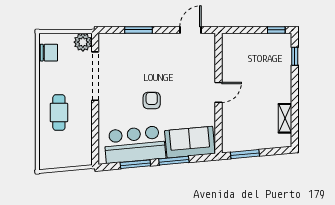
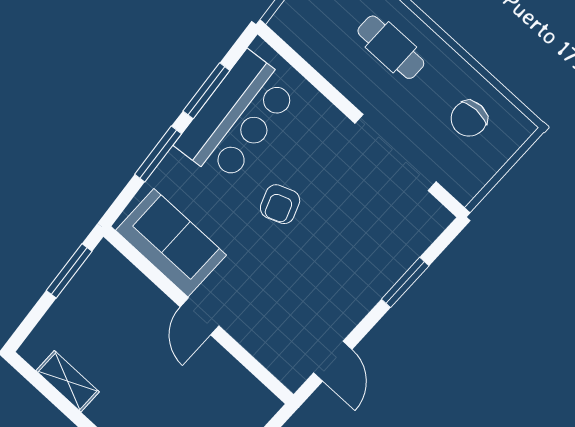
plant: (83, 42) -> (464, 181), removed
chair: (49, 53) -> (469, 119), moved
armchair: (152, 101) -> (280, 204), turned 69
sofa: (190, 142) -> (171, 243), moved, turned -85

